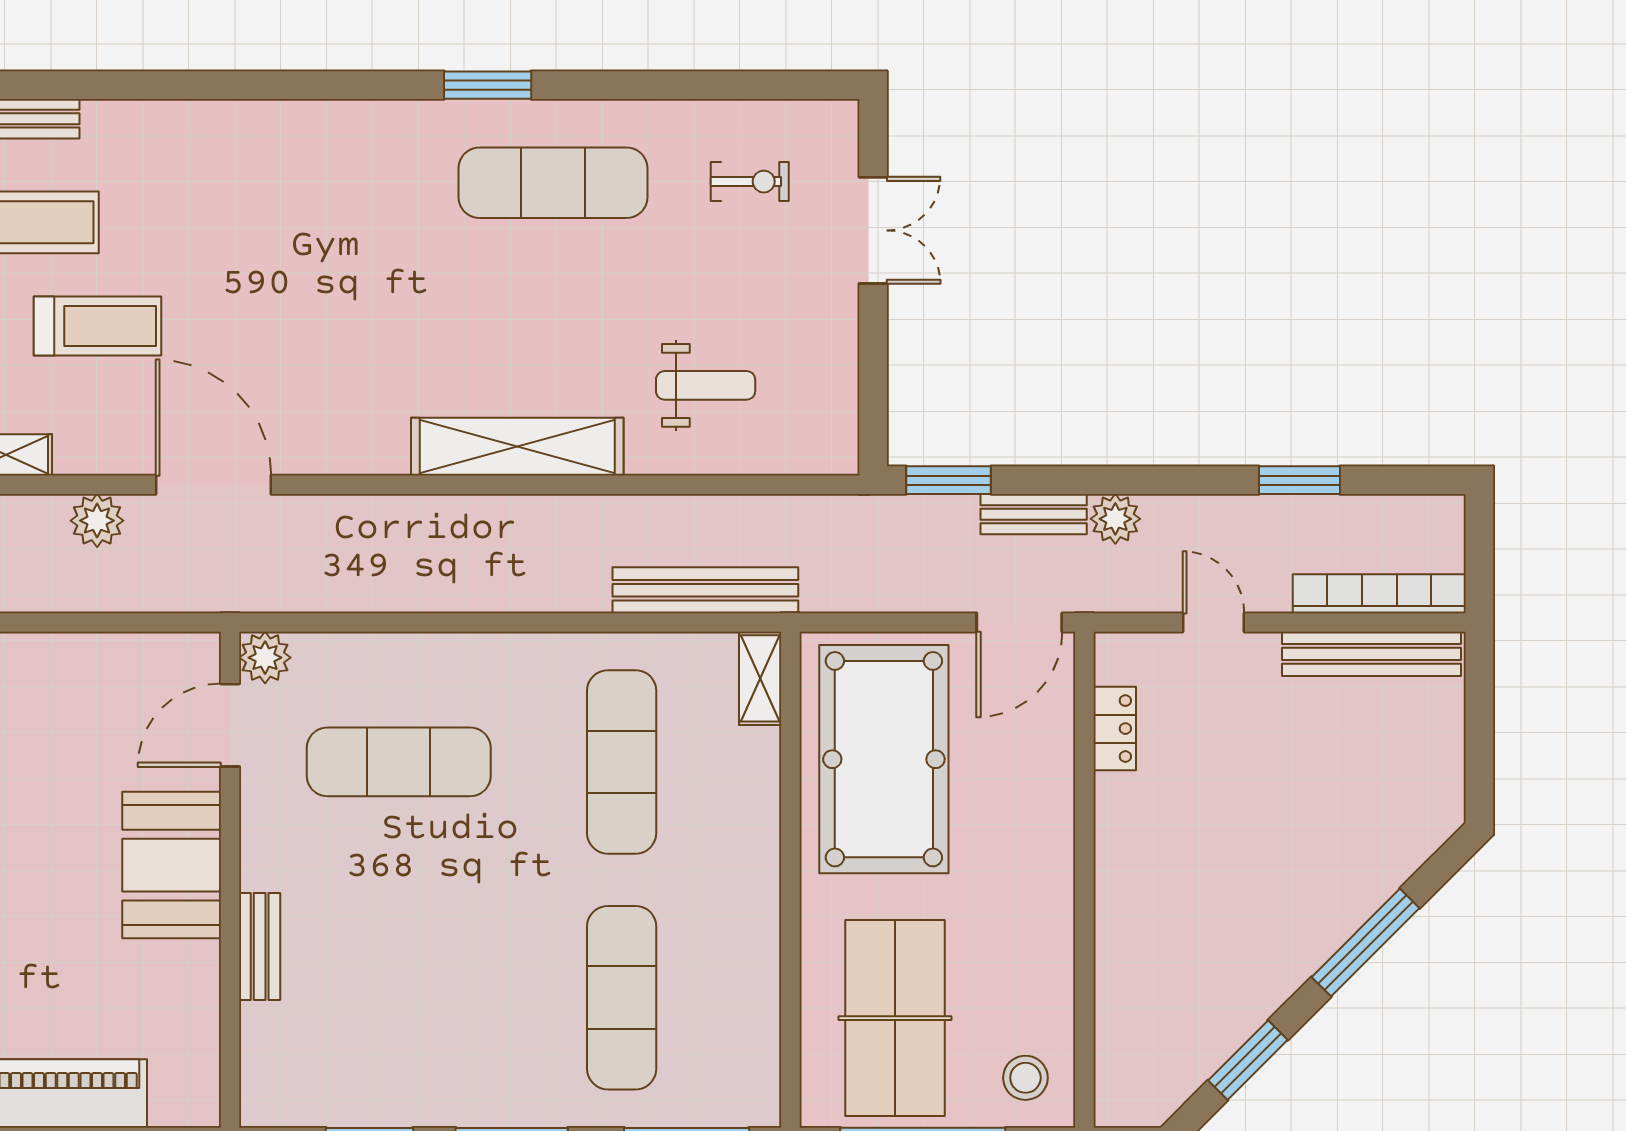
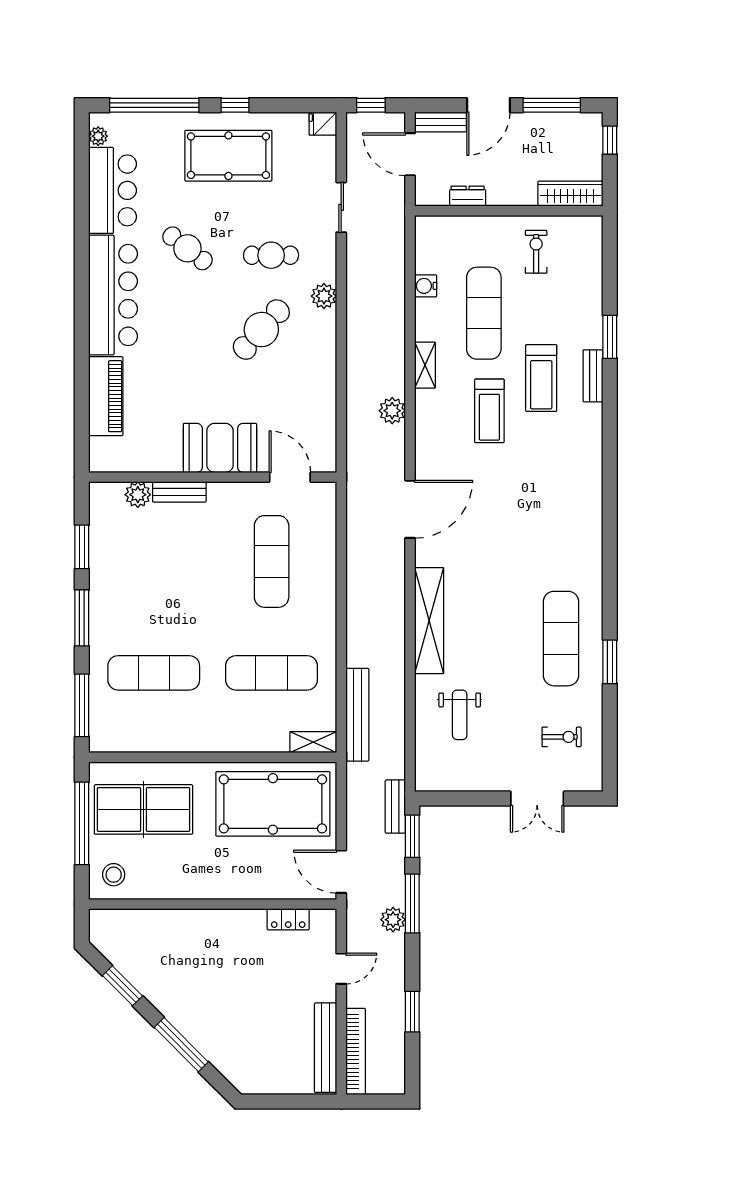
window: (488, 85) -> (610, 662), moved
exercise bike: (750, 182) -> (562, 737), turned -90
window: (1083, 480) -> (412, 903), added
door: (213, 485) -> (410, 509), moved
bench: (1034, 514) -> (395, 807), moved
plant: (265, 658) -> (138, 495), moved

